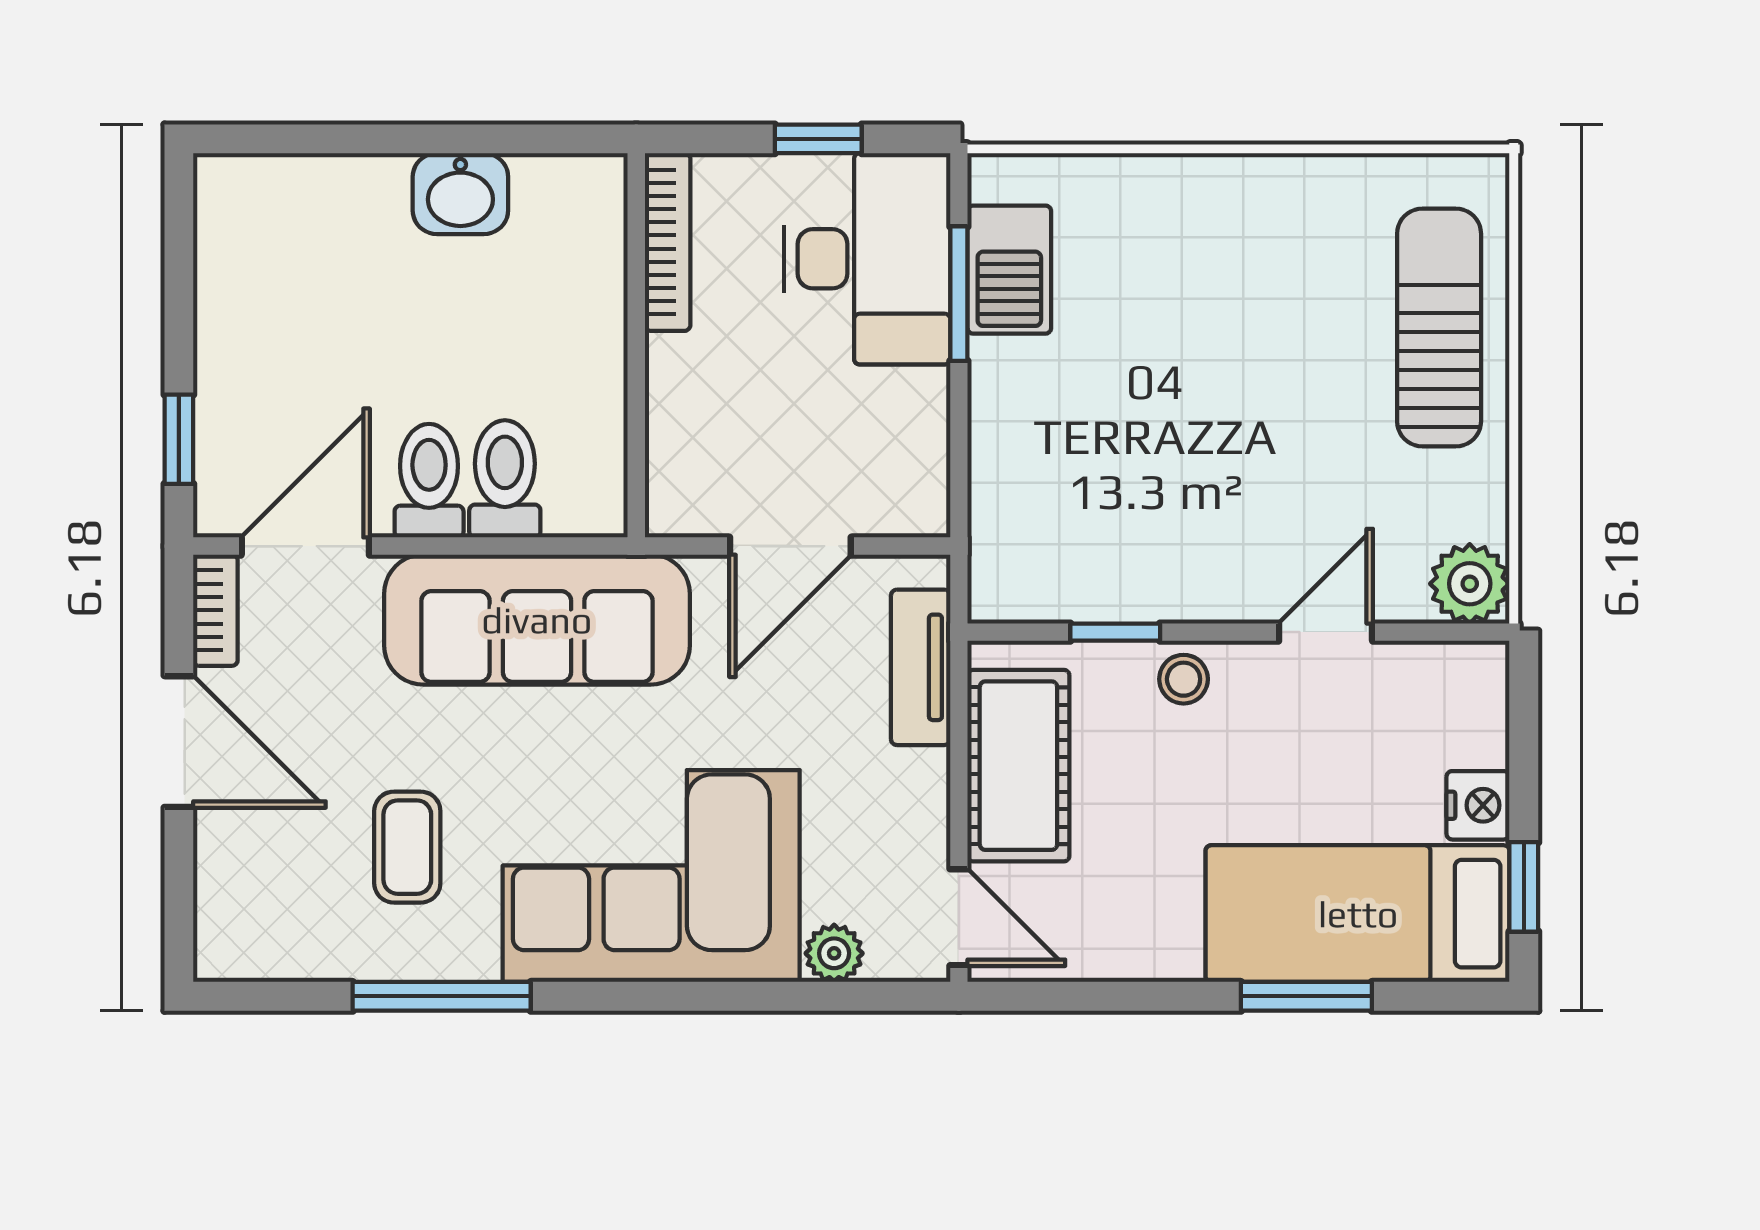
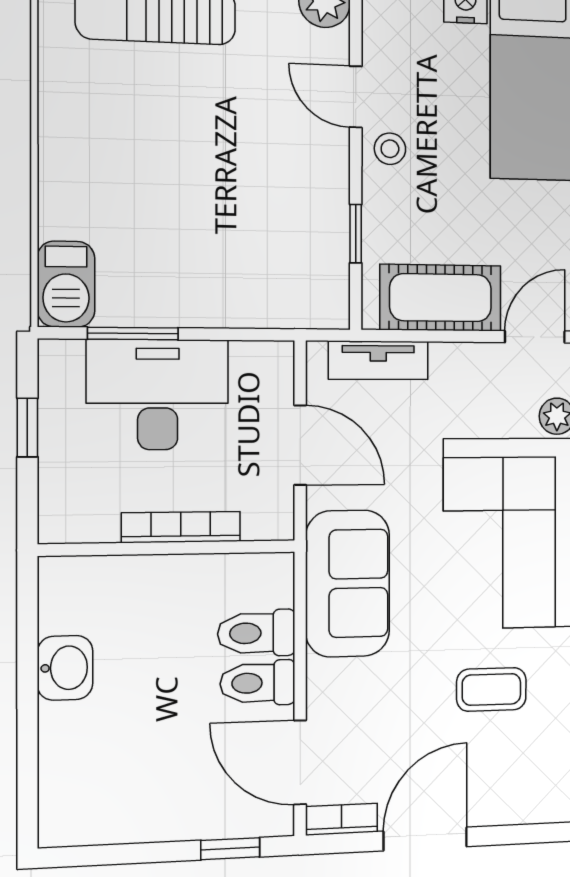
bookcase: (668, 242) -> (181, 527), moved
desk: (867, 259) -> (158, 395), moved
barbecue: (1009, 270) -> (66, 284), moved, turned 90
sofa: (537, 620) -> (348, 583), width x0.73
stool: (1184, 679) -> (390, 149), moved

